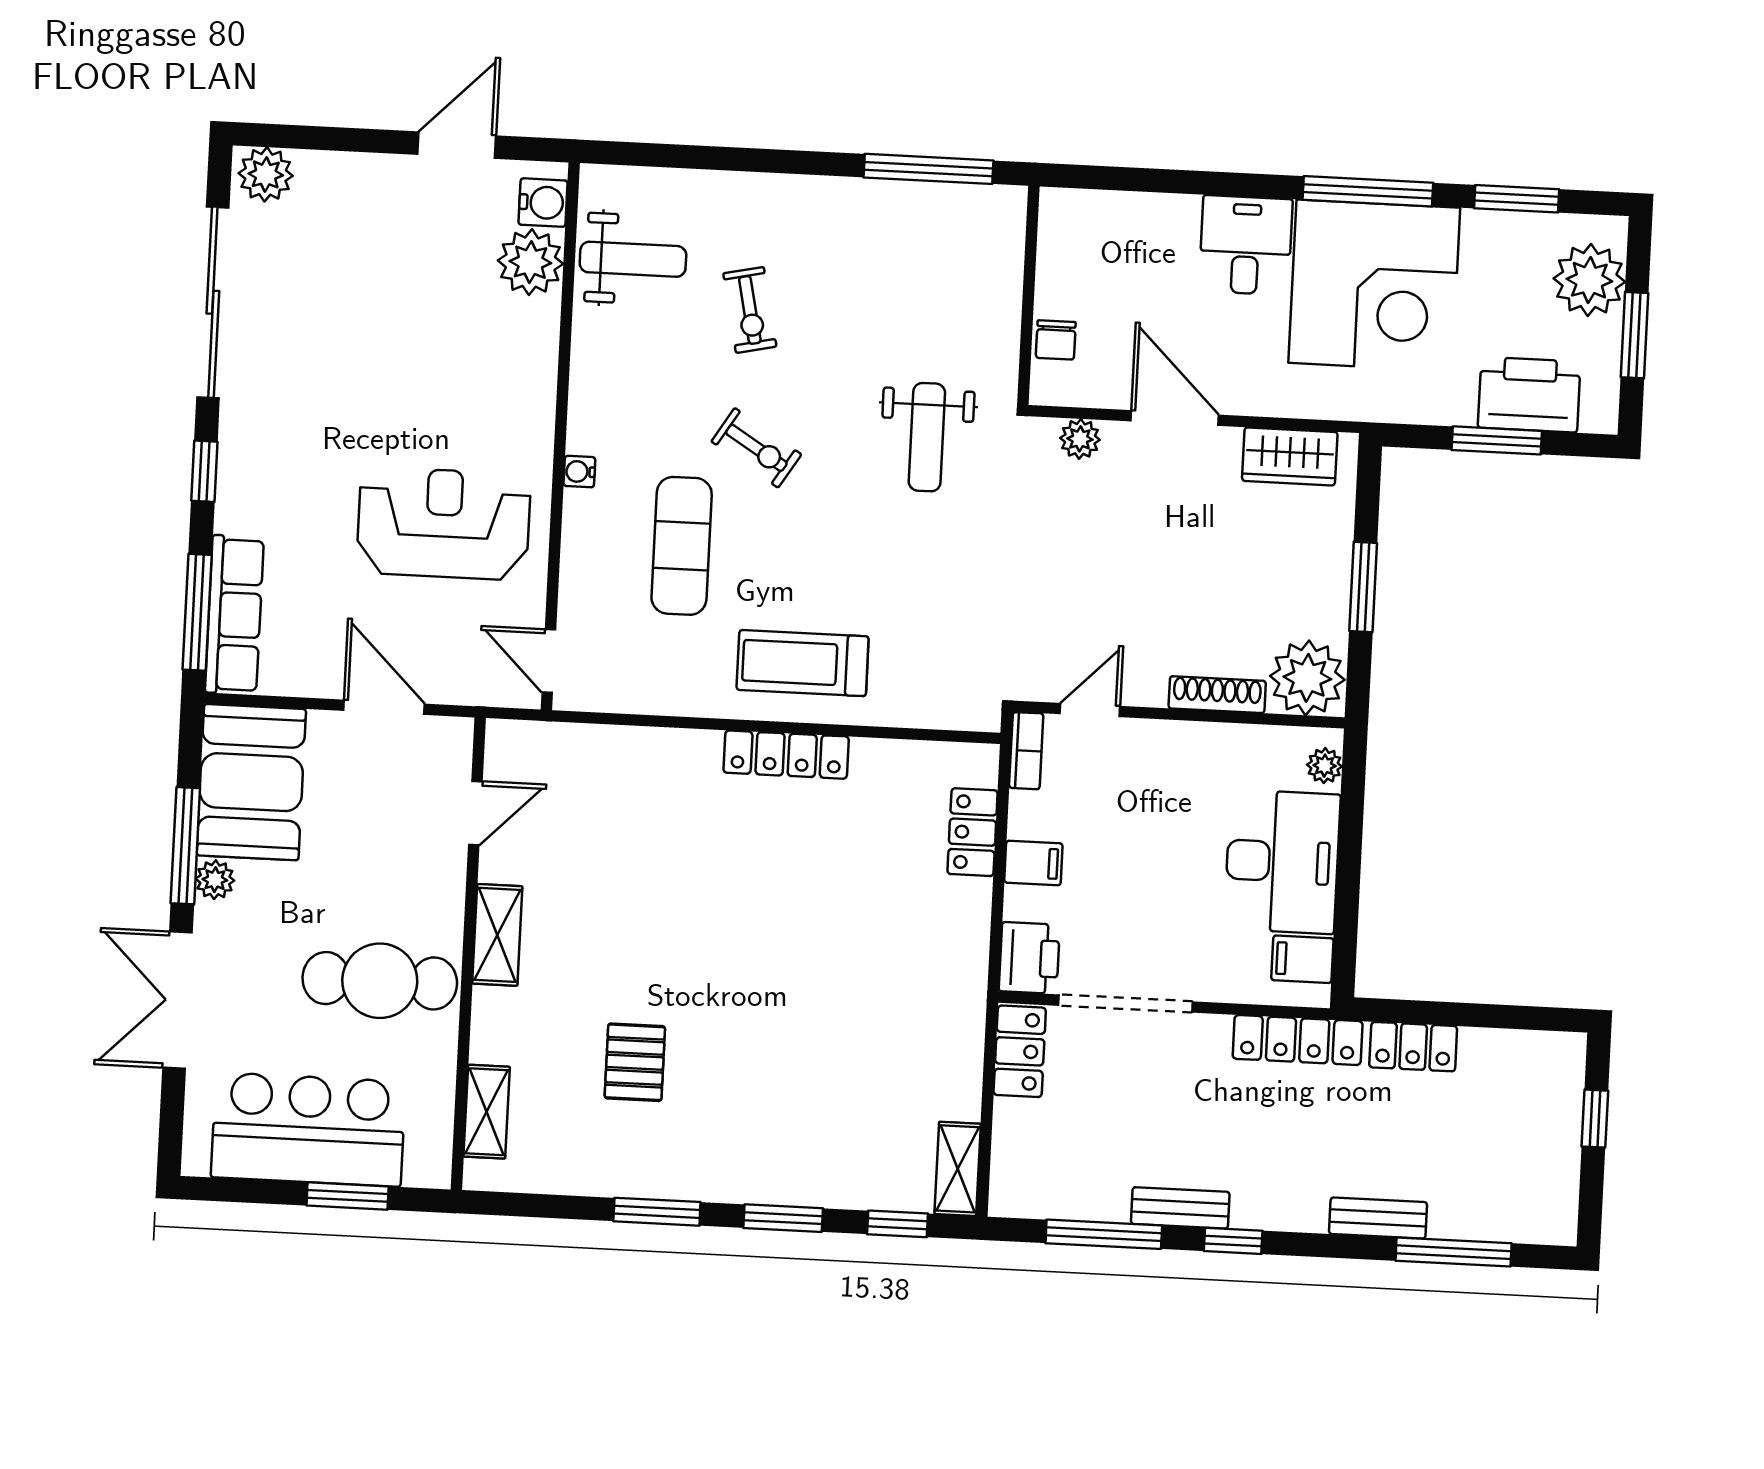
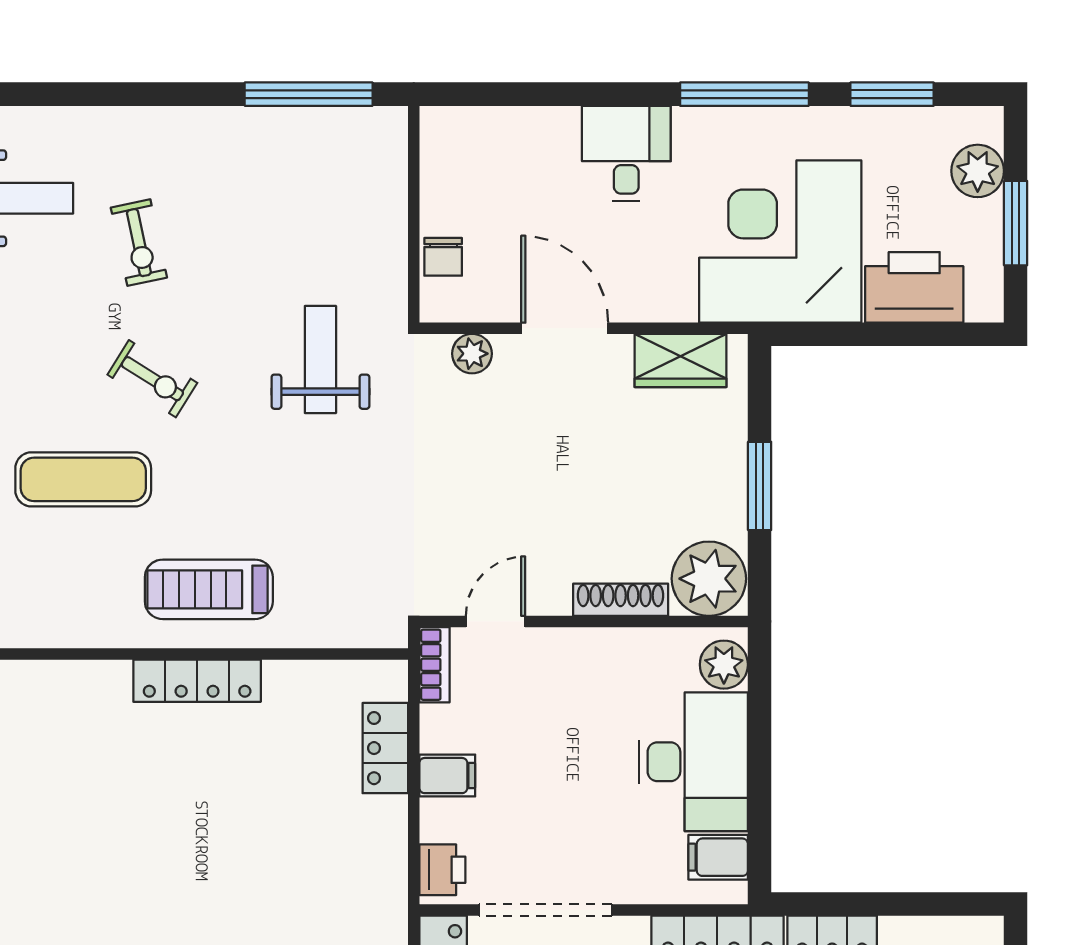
plant: (1589, 280) -> (978, 171), width x0.73, depth x0.73
corner desk: (1374, 285) -> (780, 241), moved, turned 180
weight bench: (927, 437) -> (320, 359), turned 180
window: (1497, 440) -> (884, 334), removed
exercise mat: (682, 546) -> (83, 479), turned 90
plant: (1325, 766) -> (724, 665), width x1.38, depth x1.38
printer: (1029, 958) -> (442, 870), width x0.73, depth x0.81

